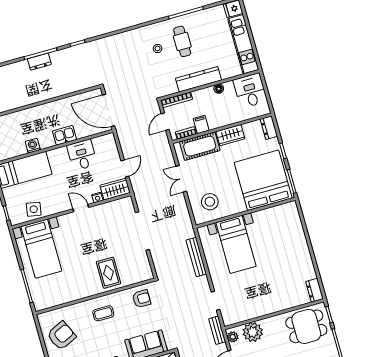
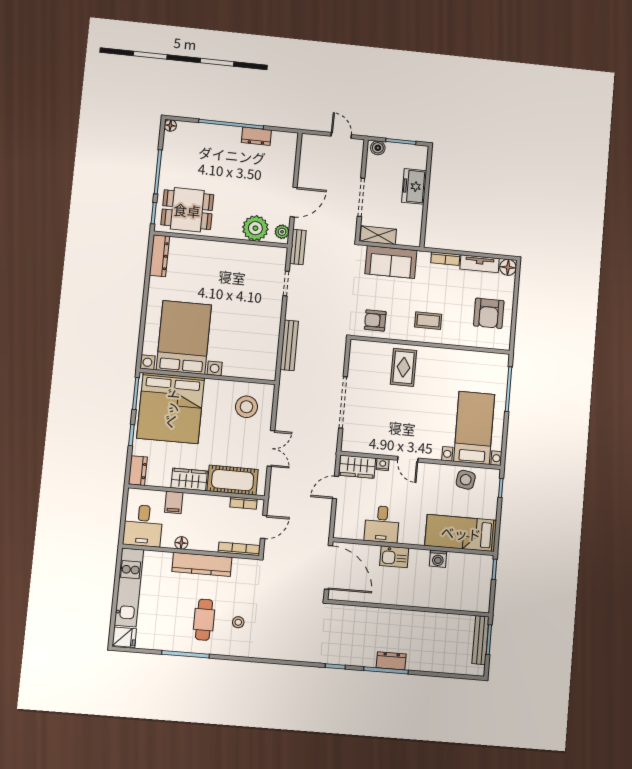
filing cabinet: (201, 124) -> (174, 502), moved
bed with nightstands: (236, 244) -> (184, 337), moved, width x1.36
dresser: (314, 290) -> (159, 256), width x1.44
armchair: (61, 336) -> (489, 313), turned -65

